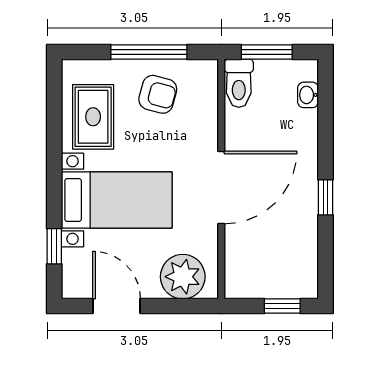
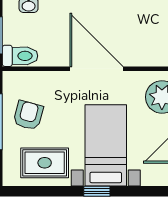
window: (54, 246) -> (97, 191), moved

